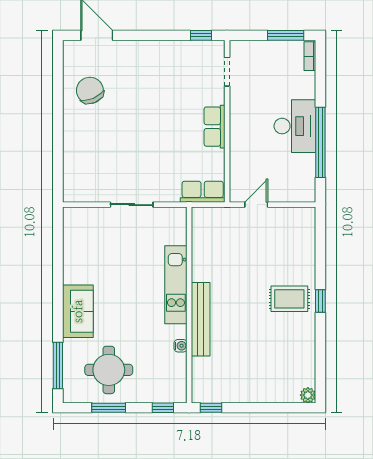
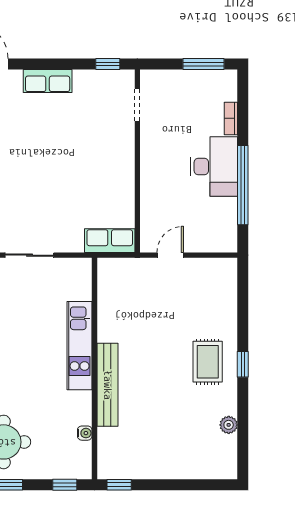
bookcase: (310, 56) -> (231, 118), moved
row of seats: (215, 127) -> (48, 81), moved, turned -90
rug: (289, 299) -> (208, 362), turned 90
water cooler: (181, 346) -> (85, 433), moved
plant: (308, 395) -> (229, 425), moved

